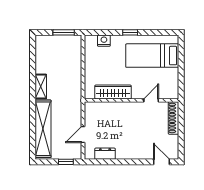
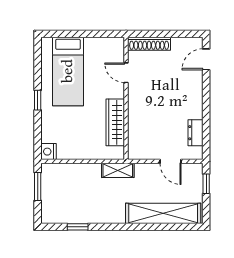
nightstand: (104, 41) -> (48, 152), moved
window: (33, 63) -> (78, 227), added
shelving: (41, 87) -> (118, 170), moved

